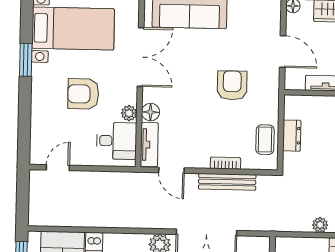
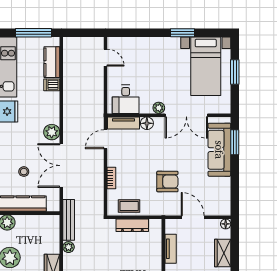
door: (283, 51) -> (193, 217), swing flipped
armchair: (83, 94) -> (159, 75), removed
plant: (129, 113) -> (159, 108), moved
dresser: (292, 136) -> (132, 225), width x1.44
bench: (227, 182) -> (69, 220), moved

